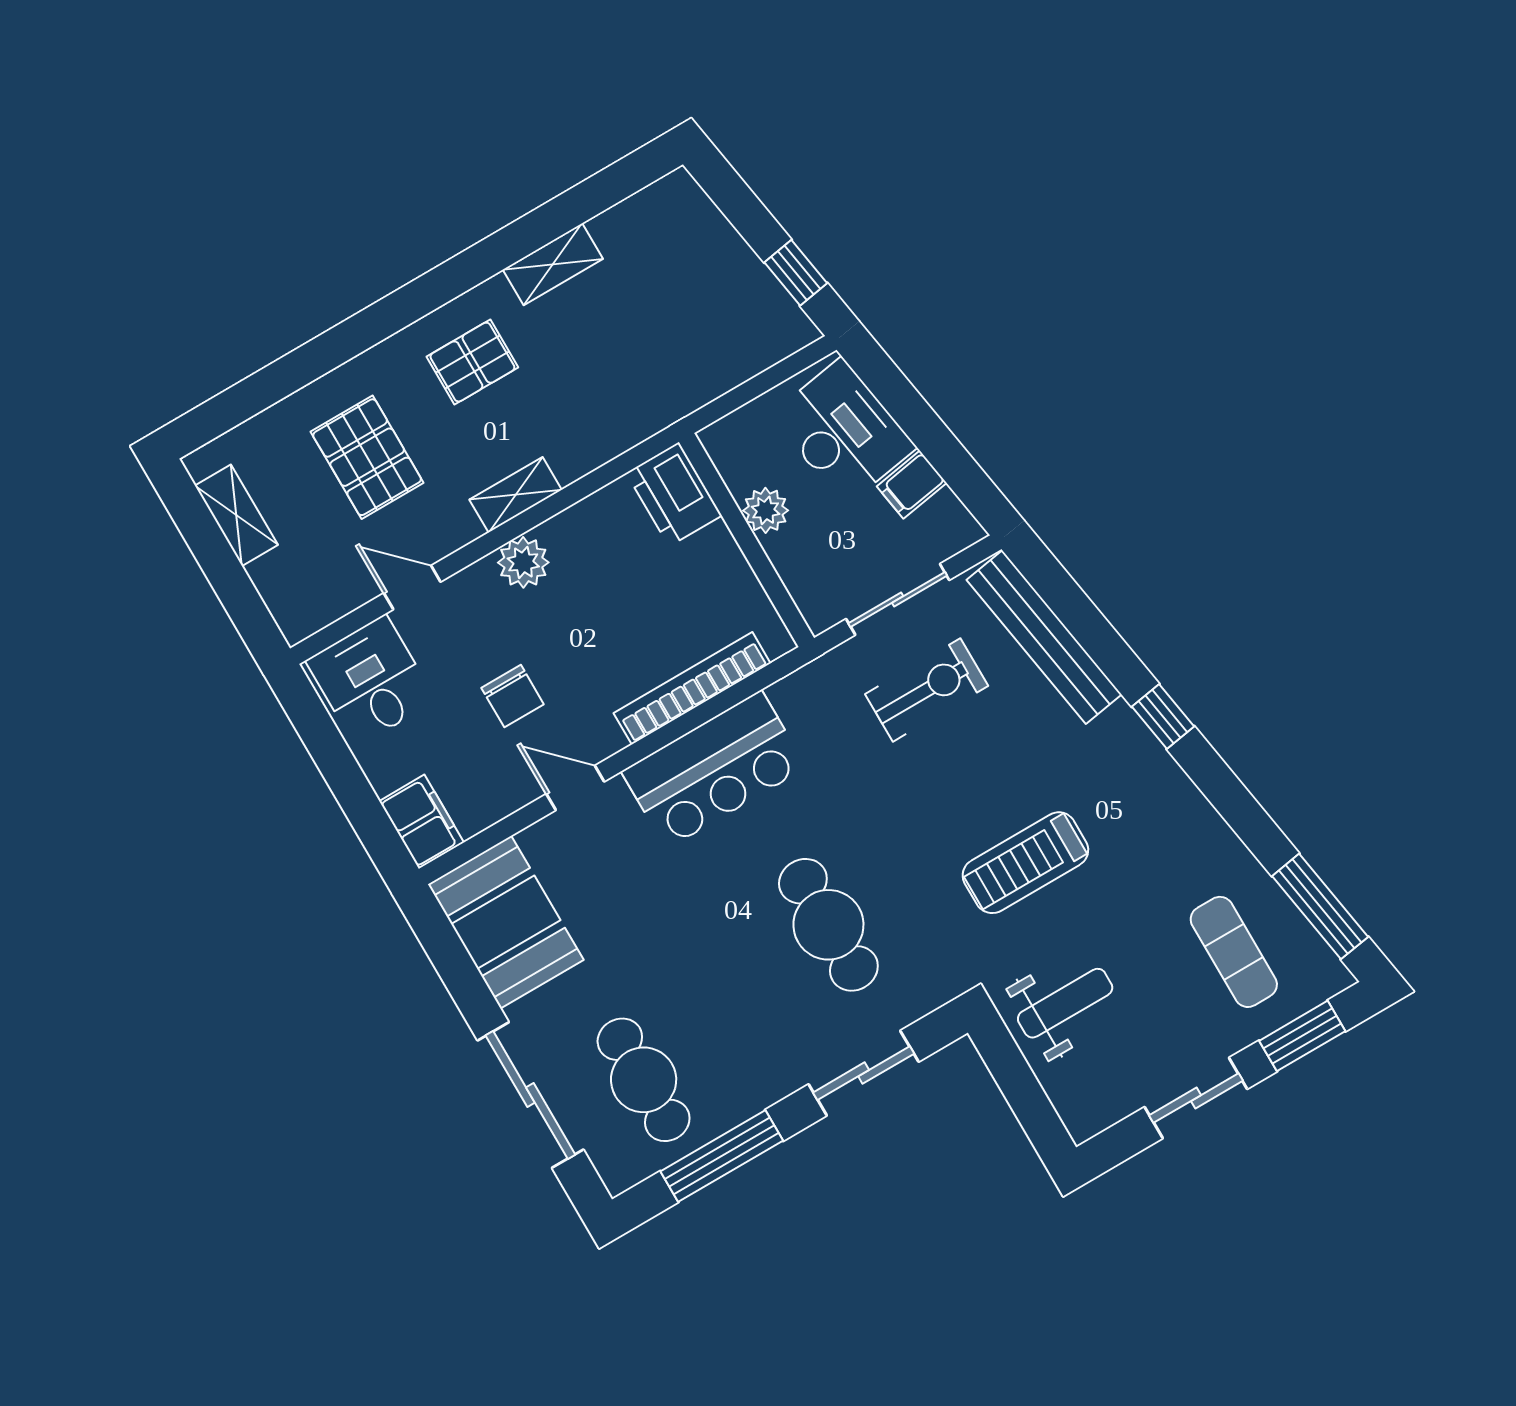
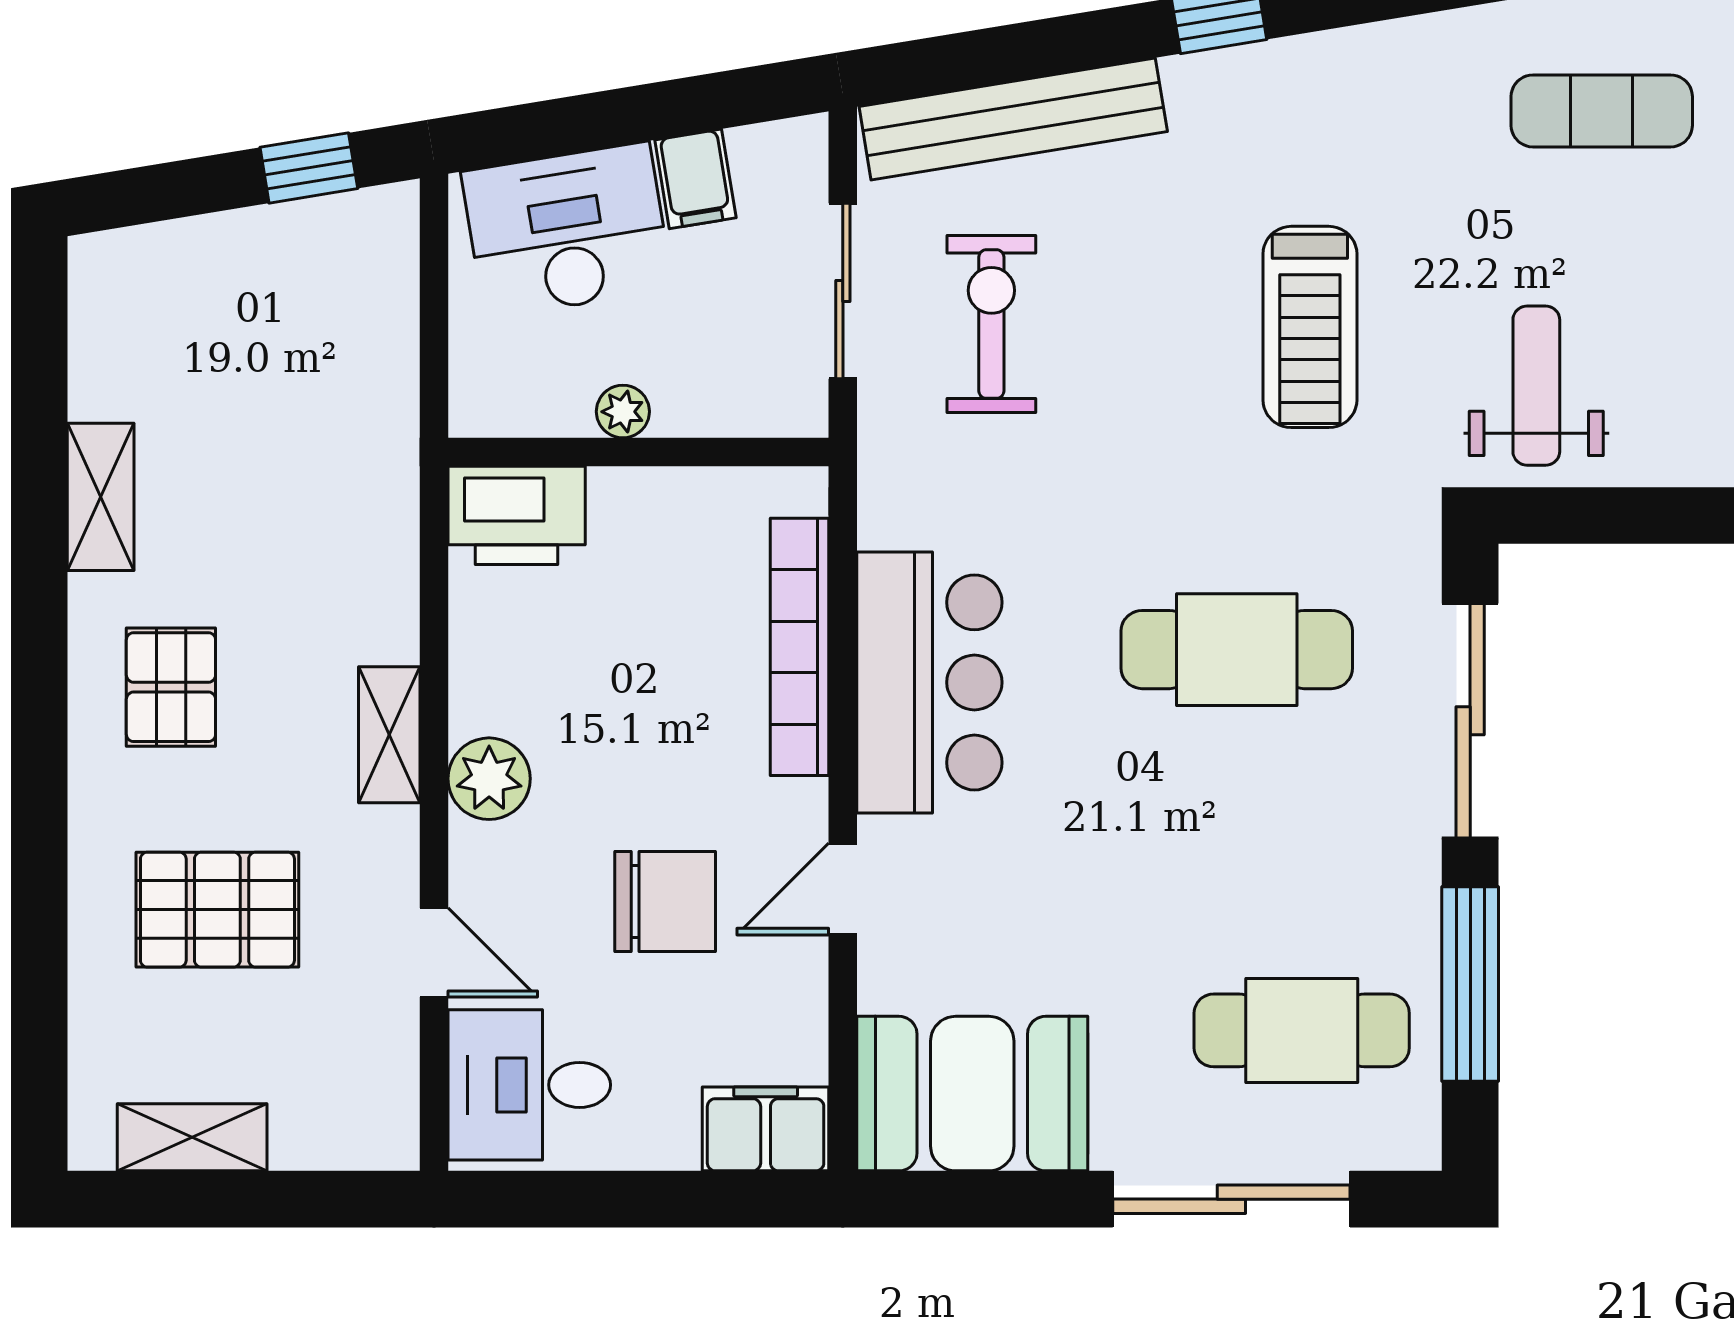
plant: (766, 510) -> (623, 412), width x0.73, depth x0.73
door: (412, 587) -> (434, 953), swing flipped
chair: (513, 696) -> (665, 901), width x1.37, depth x1.37
sliding door: (864, 1073) -> (1470, 721), width x1.37

